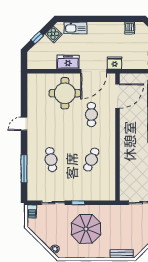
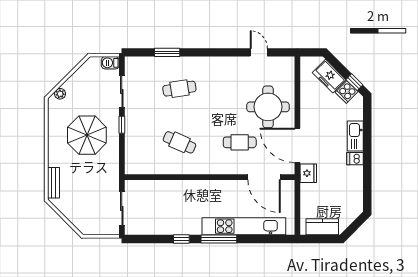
kitchen sink: (75, 28) -> (355, 136), moved
dishwasher: (130, 28) -> (355, 159), moved
window: (37, 38) -> (354, 82), moved
freezer: (68, 62) -> (329, 76), moved, turned 135
door: (24, 124) -> (259, 52), moved
window: (24, 169) -> (167, 52), width x0.69

